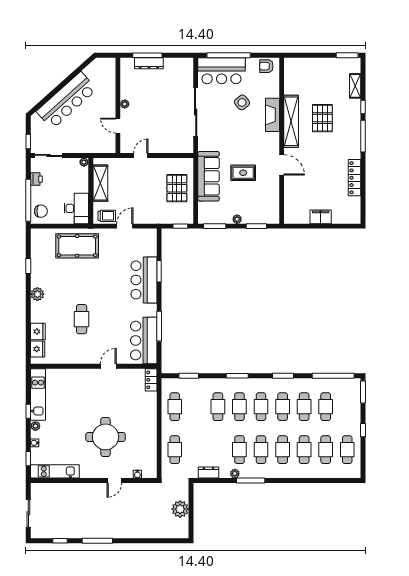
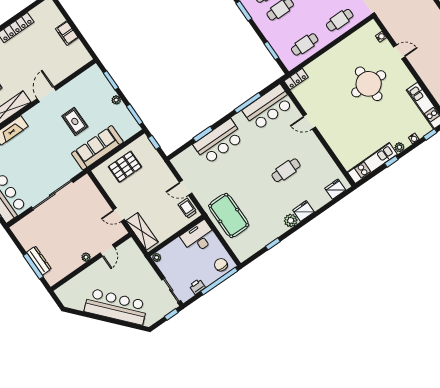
side table: (242, 102) -> (18, 162), removed
shelving: (100, 183) -> (142, 231), moved, turned 90
fridge: (38, 331) -> (303, 211), moved

